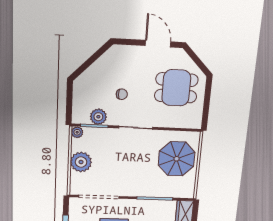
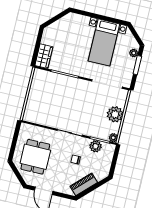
piano: (105, 63) -> (84, 184), added
dining table: (176, 88) -> (35, 157), turned 90
parasol: (177, 159) -> (43, 103), removed

